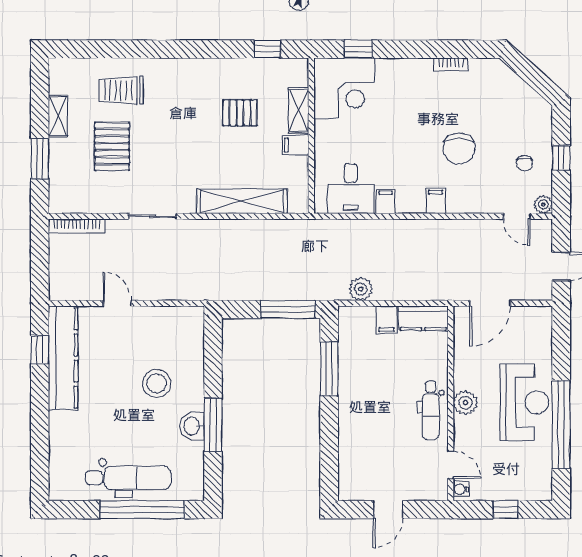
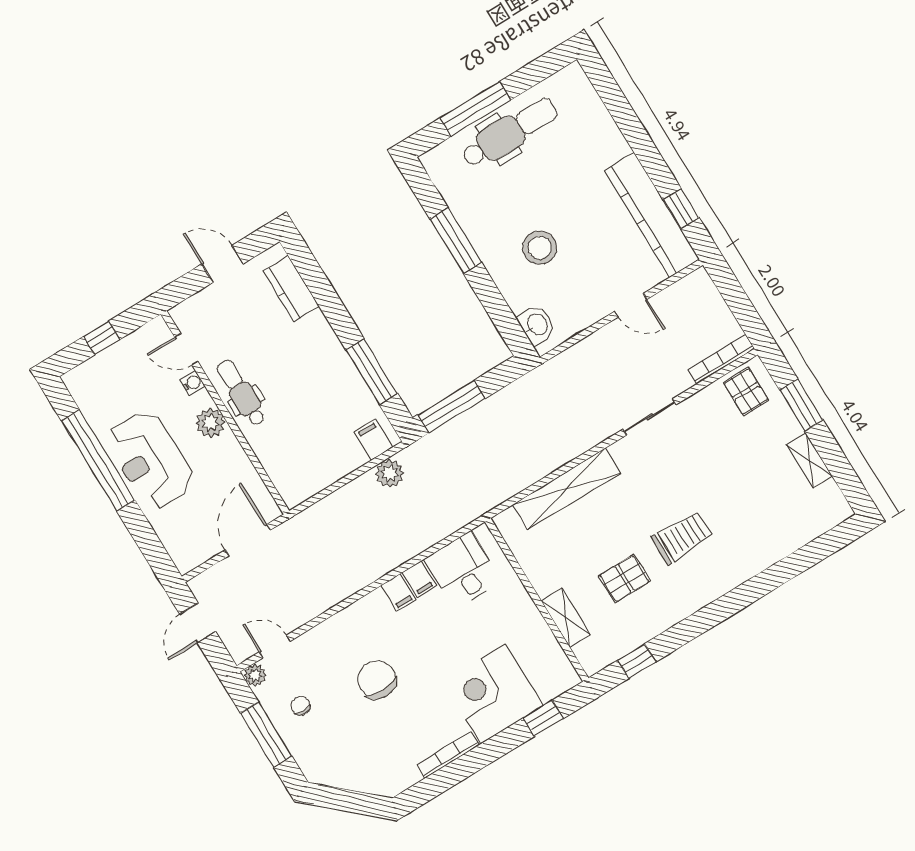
bookcase: (451, 64) -> (448, 755), width x1.56
corner desk: (344, 88) -> (493, 694), moved
trolley: (121, 90) -> (682, 537), moved
filing cabinet: (296, 145) -> (547, 580), removed
pallet: (112, 147) -> (746, 391), moved, width x0.67, depth x0.71
window: (561, 158) -> (266, 735), width x2.17
filing cabinet: (436, 201) -> (398, 592), moved
kitchen counter: (423, 318) -> (291, 289), moved, turned -90
filing cabinet: (387, 320) -> (373, 440), moved
washbasin: (192, 426) -> (537, 325), moved
dental chair: (128, 478) -> (509, 133), turned 180
water cooler: (461, 489) -> (192, 383), moved
window: (142, 510) -> (475, 109), width x0.68
door: (388, 510) -> (222, 264), hinge flipped

